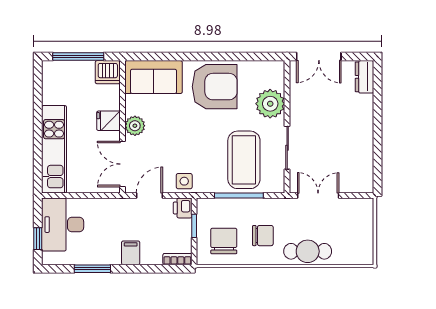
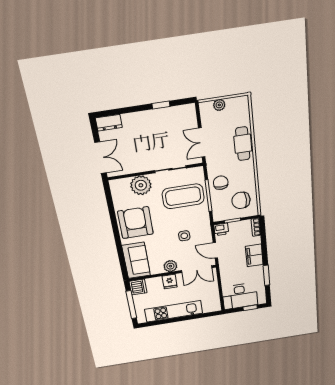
window: (378, 148) -> (161, 105), added
kitchen unit: (54, 149) -> (174, 311), moved
side table: (184, 181) -> (184, 236), moved
plant: (366, 225) -> (219, 105), added
chair: (263, 236) -> (221, 183), moved
filing cabinet: (131, 253) -> (254, 255), width x2.00

